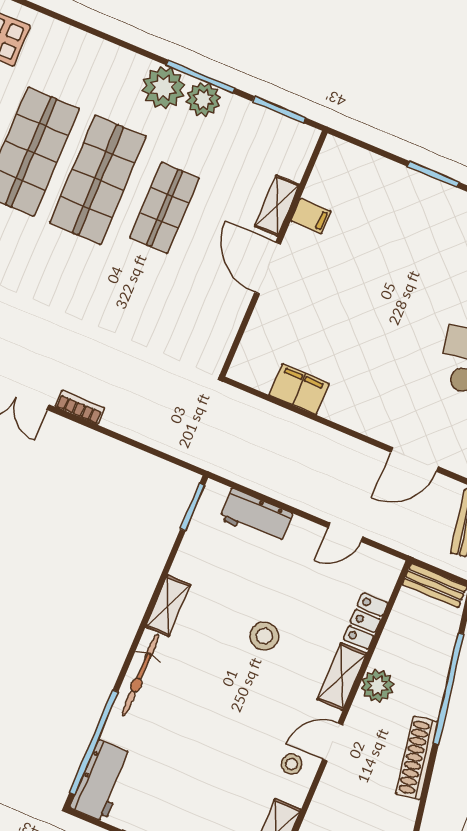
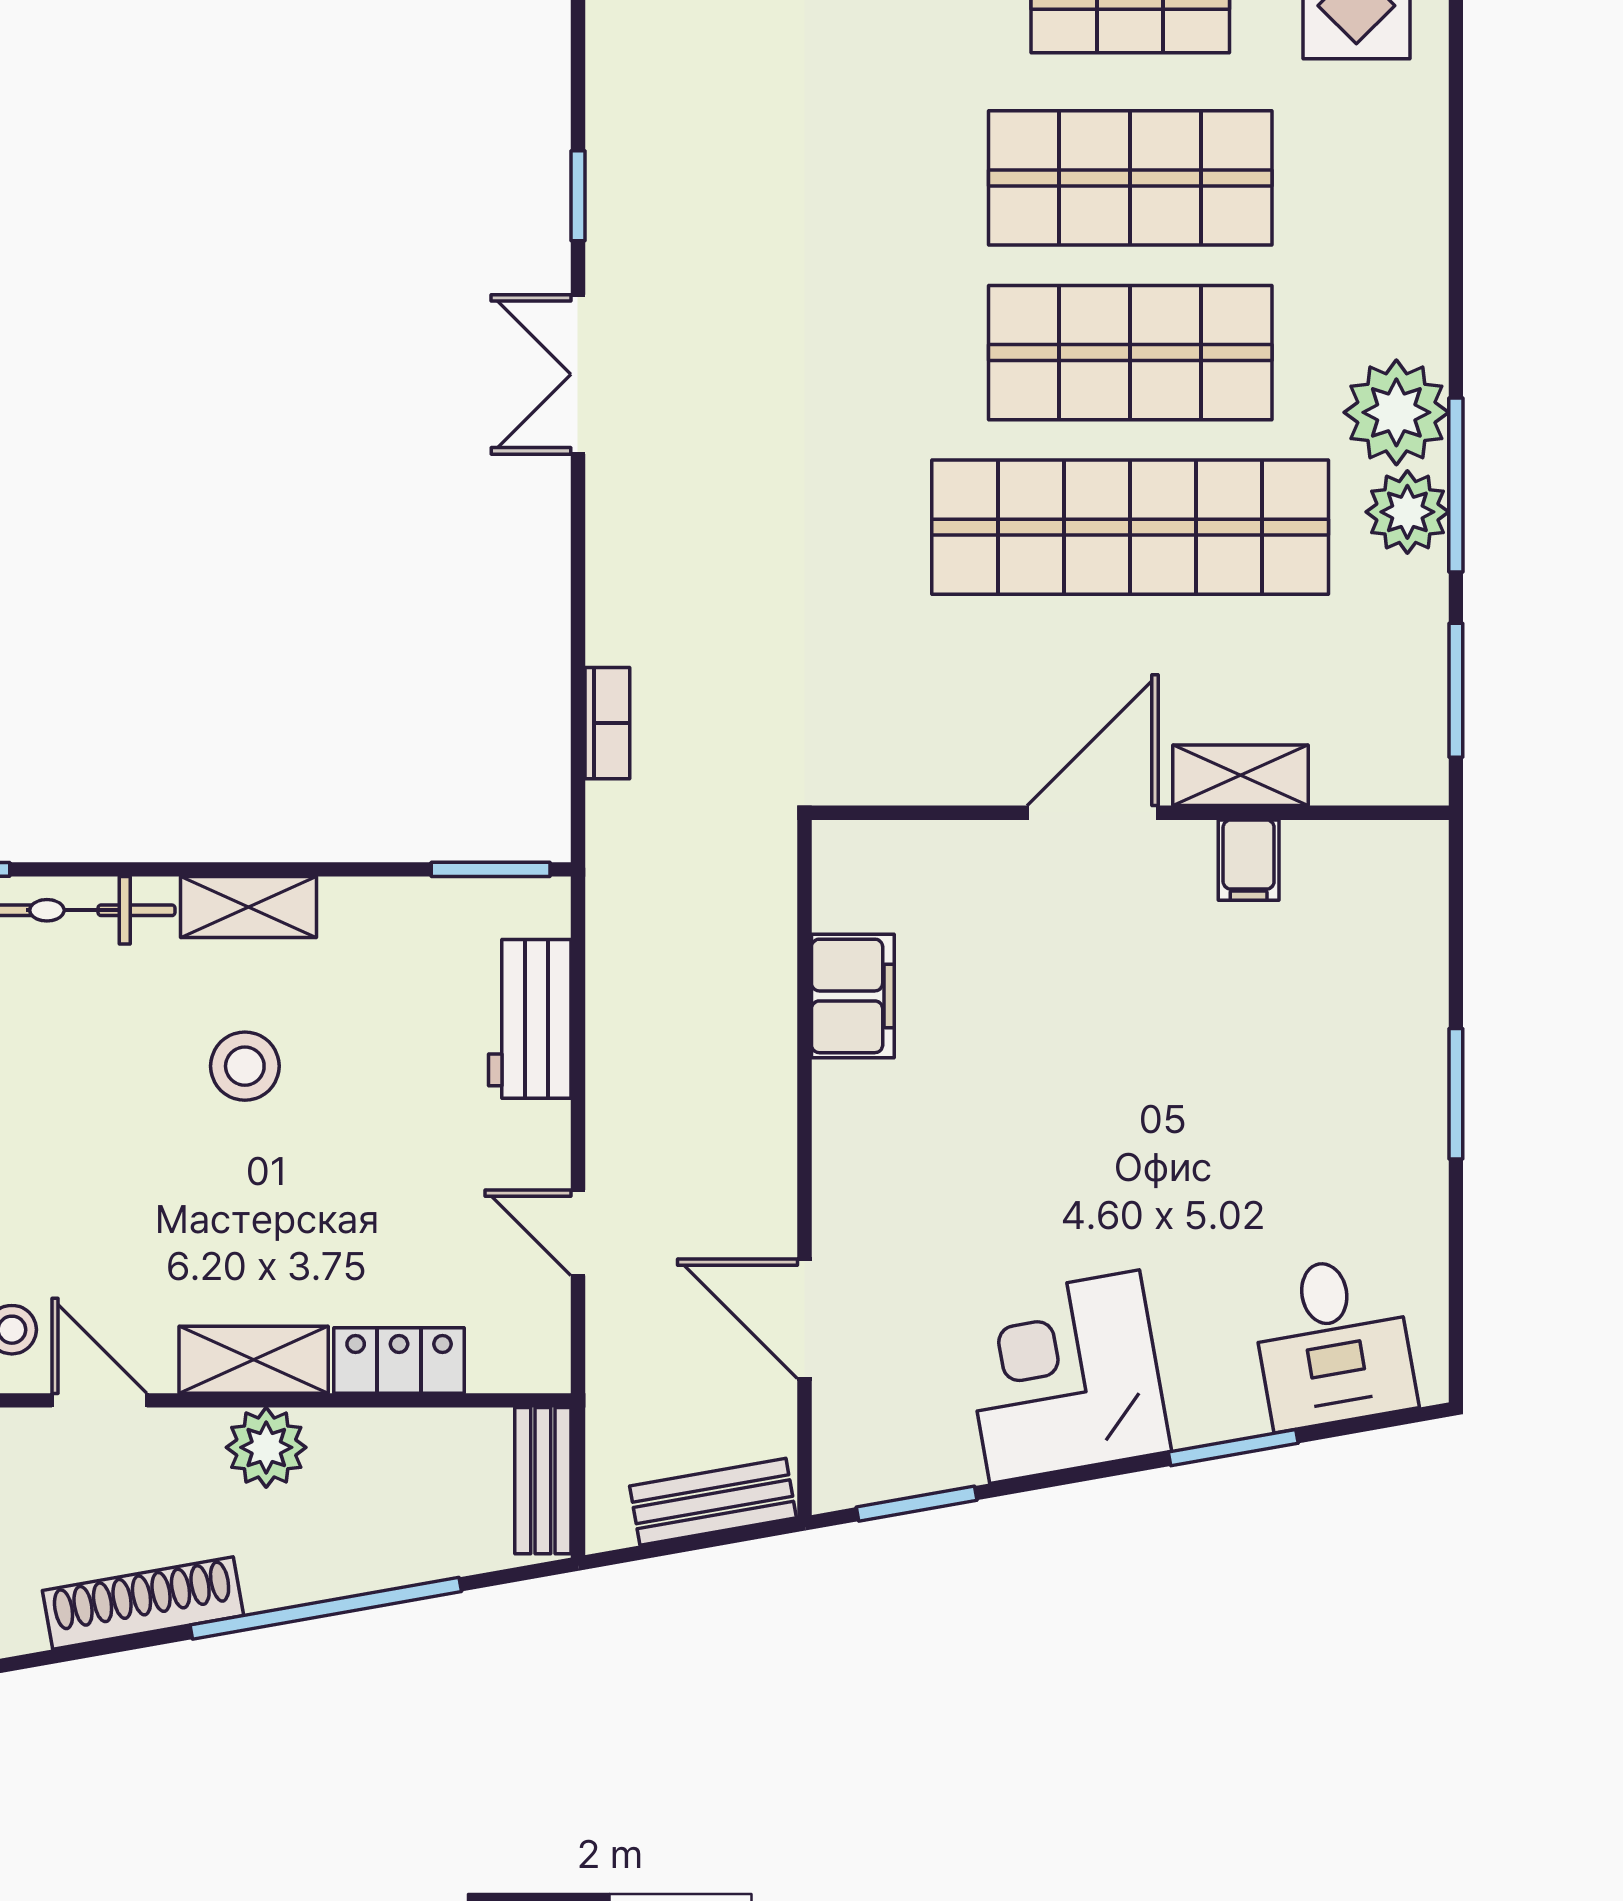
shop shelf: (165, 208) -> (1130, 527), width x2.00, depth x1.36
bookcase: (80, 407) -> (607, 723), moved
stool: (264, 636) -> (245, 1066), moved

